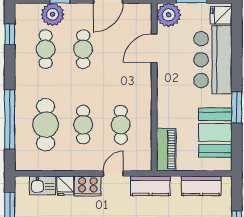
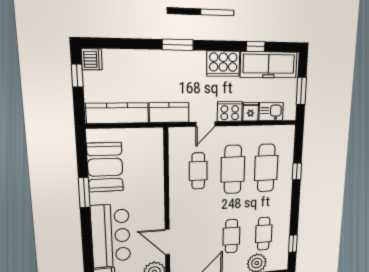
door: (154, 48) -> (167, 242), swing flipped
window: (10, 119) -> (297, 171), width x0.32
cafe table: (83, 125) -> (233, 169), width x1.37, depth x1.35
piano: (166, 150) -> (154, 149), removed
kitchen counter: (201, 186) -> (117, 113), width x1.50

